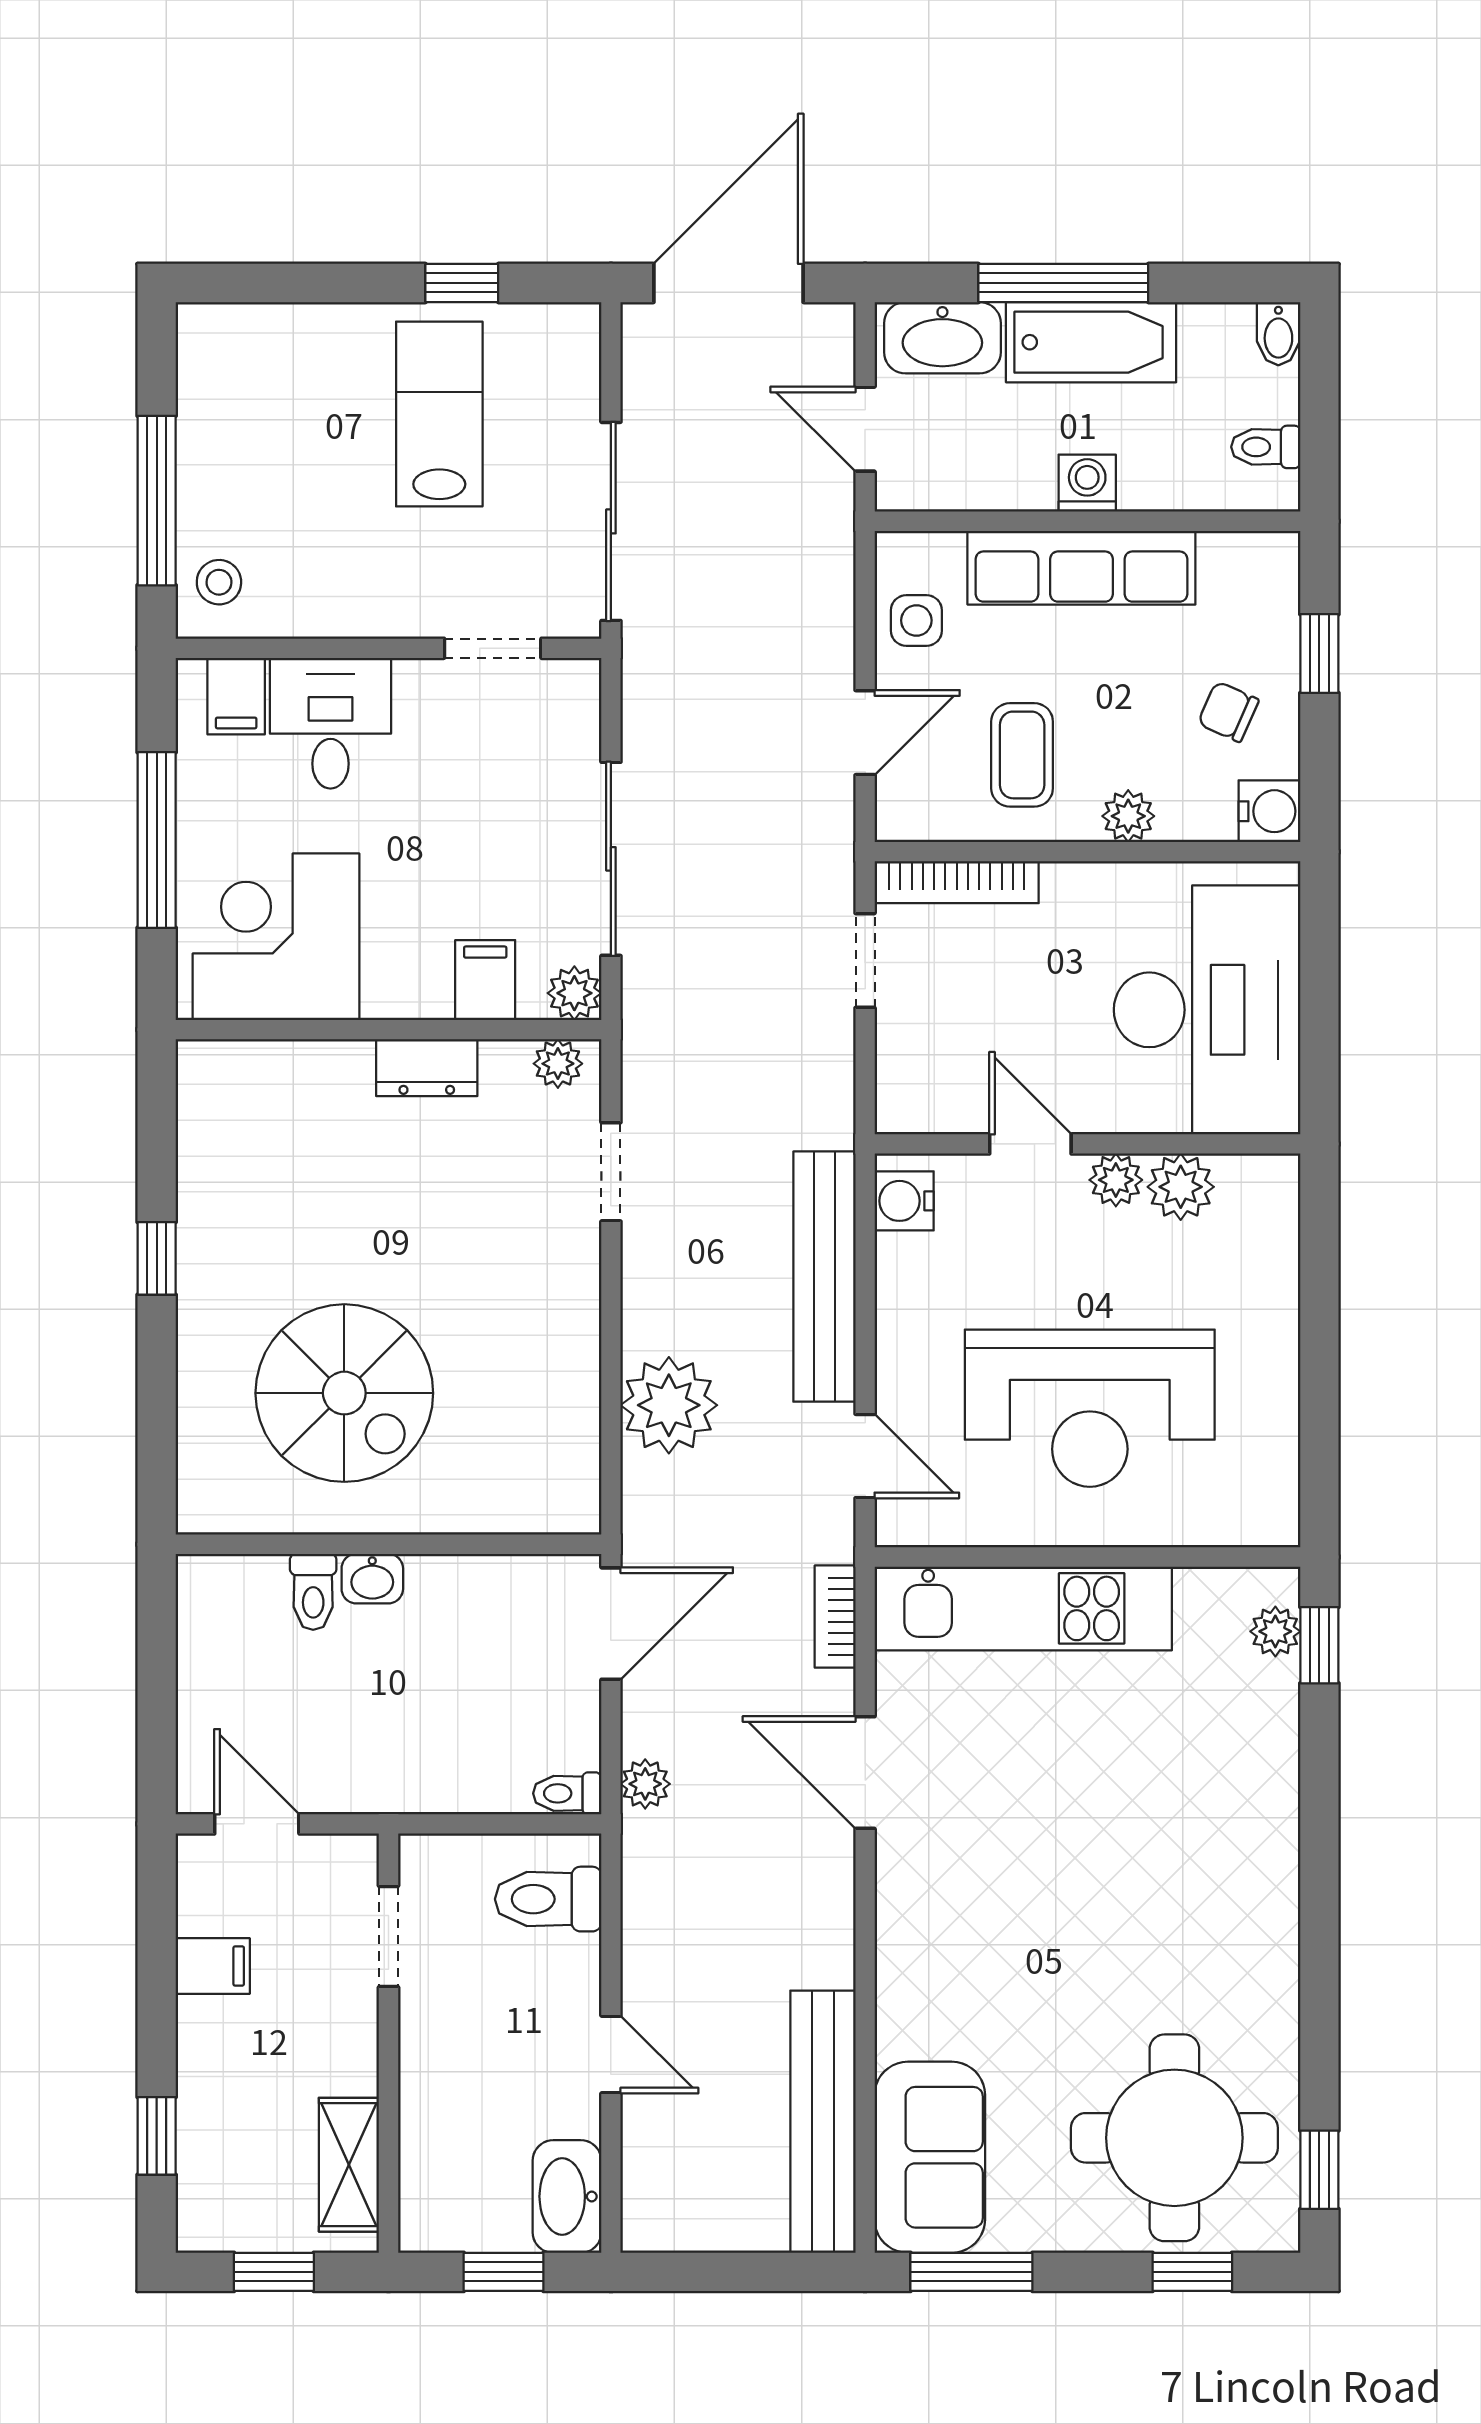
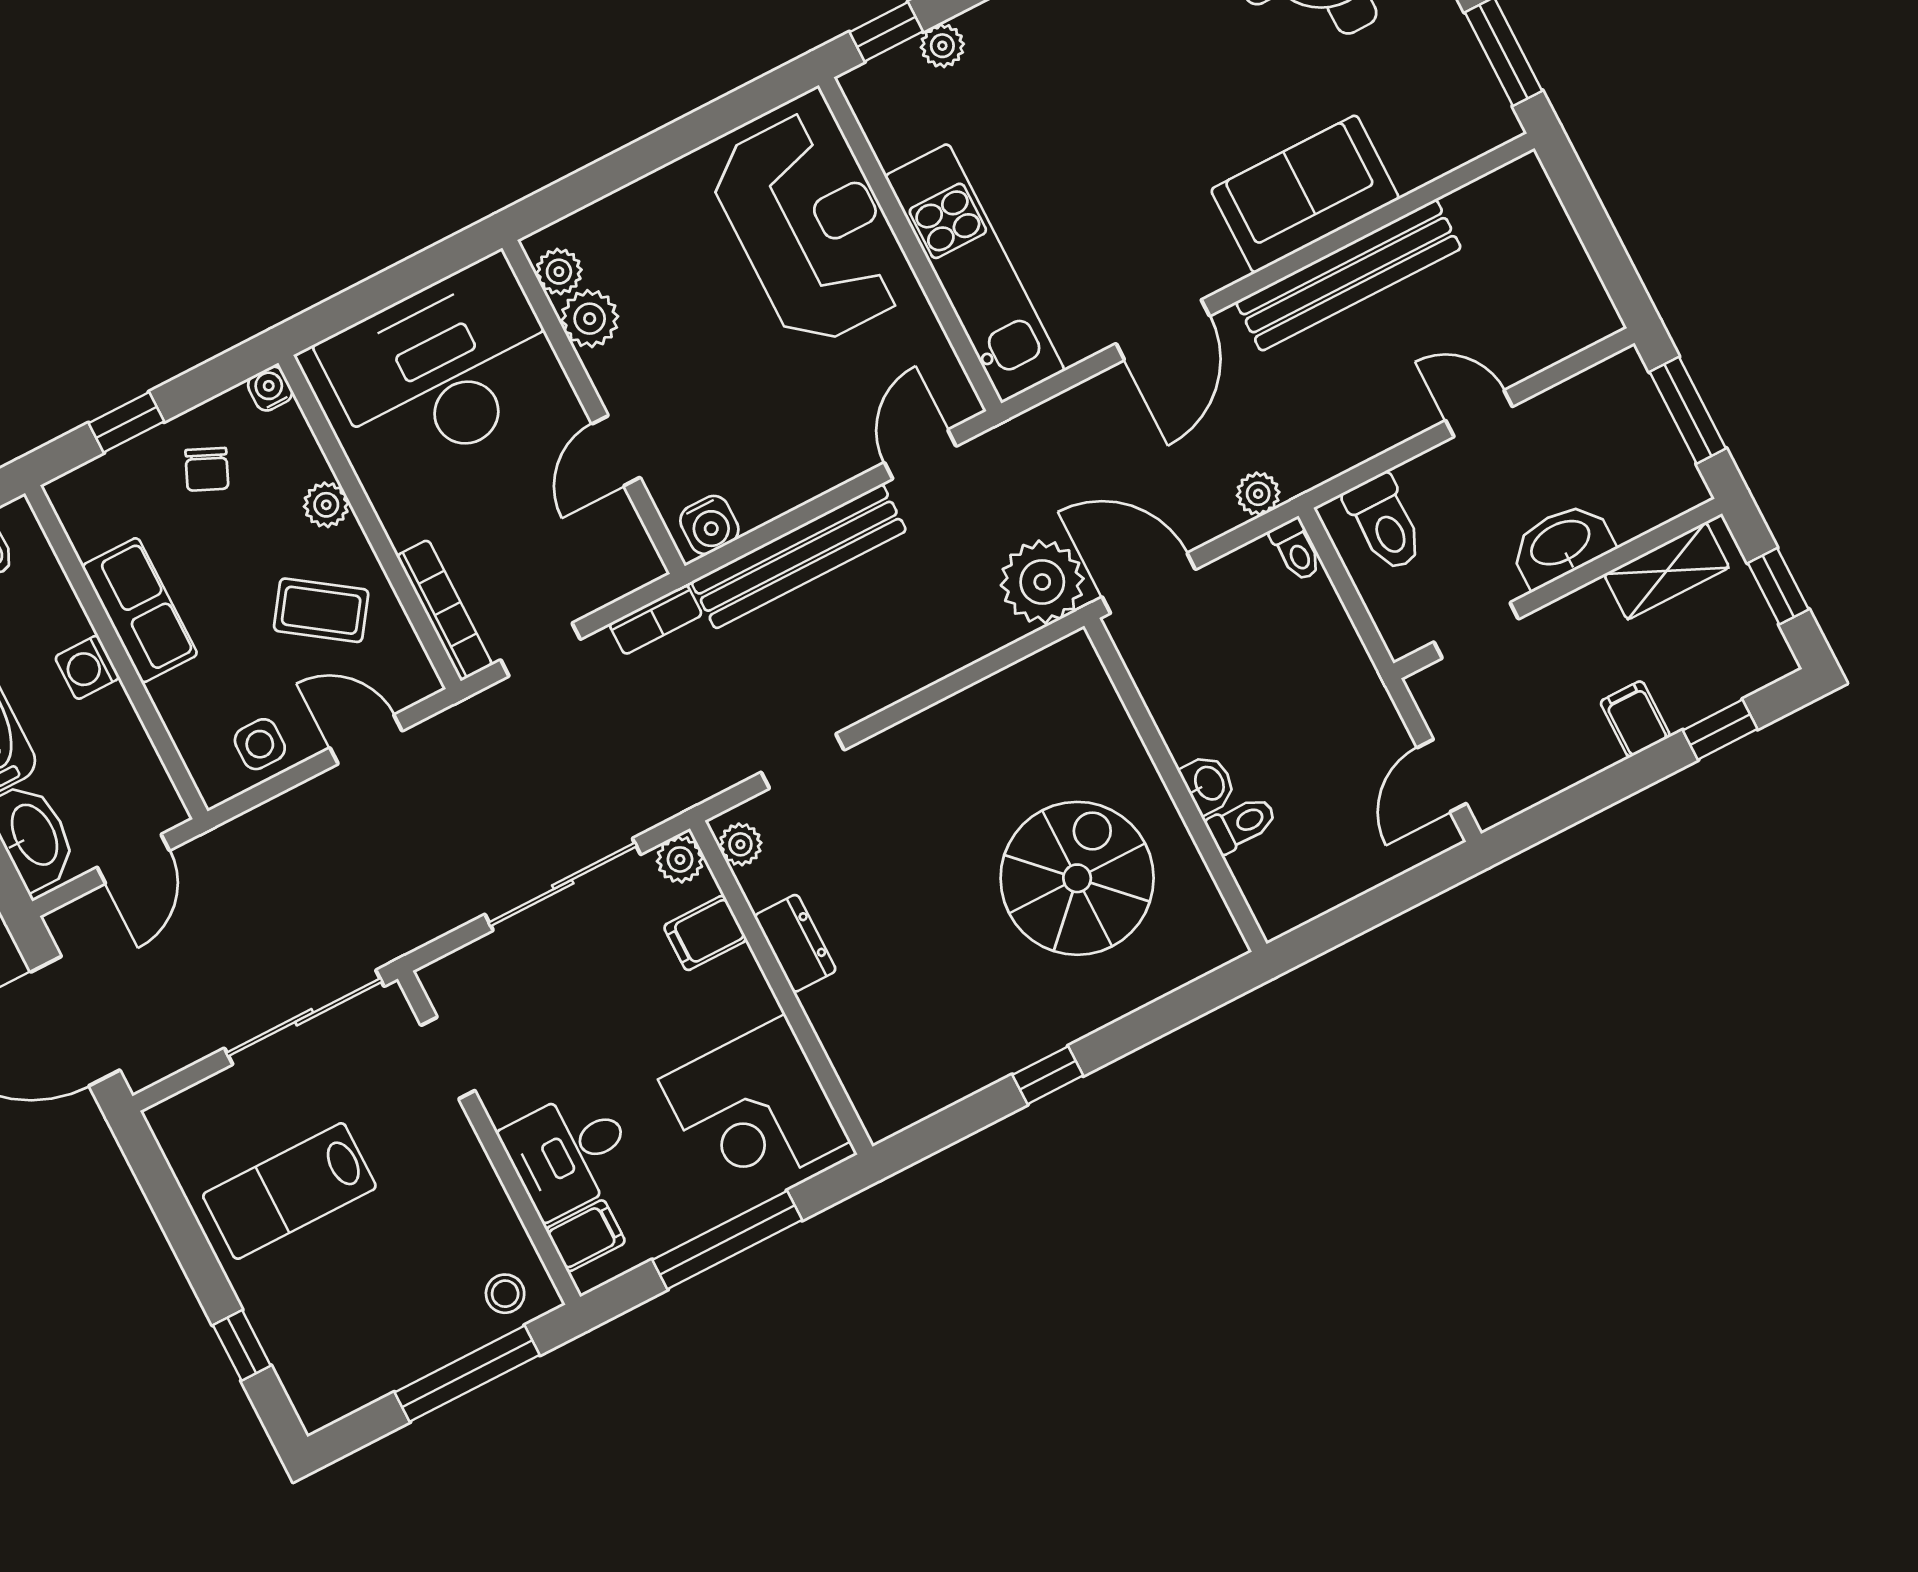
window: (462, 283) -> (242, 1345), moved
row of seats: (1081, 568) -> (140, 610), width x0.68
coffee table: (1022, 755) -> (321, 610), turned 35
water cooler: (1269, 811) -> (270, 389), width x0.72, depth x0.72
plant: (1116, 1180) -> (559, 272), moved
plant: (669, 1405) -> (1042, 582), moved
reception desk: (1090, 1408) -> (810, 228), moved
bookcase: (835, 1617) -> (656, 619), moved
plant: (1275, 1631) -> (942, 46), moved
filing cabinet: (213, 1966) -> (1635, 719), moved
door: (611, 2055) -> (1479, 413), hinge flipped
bench: (823, 2122) -> (1348, 275), moved
sofa: (930, 2157) -> (1305, 194), moved
washbasin: (567, 2196) -> (1561, 544), moved, turned 180
window: (504, 2272) -> (1688, 410), width x1.50

